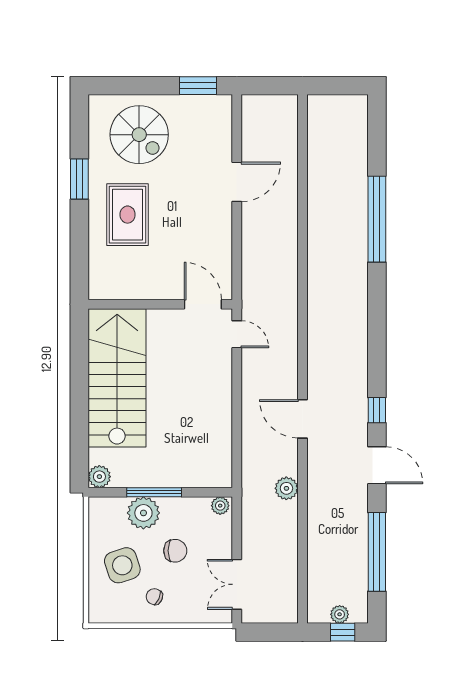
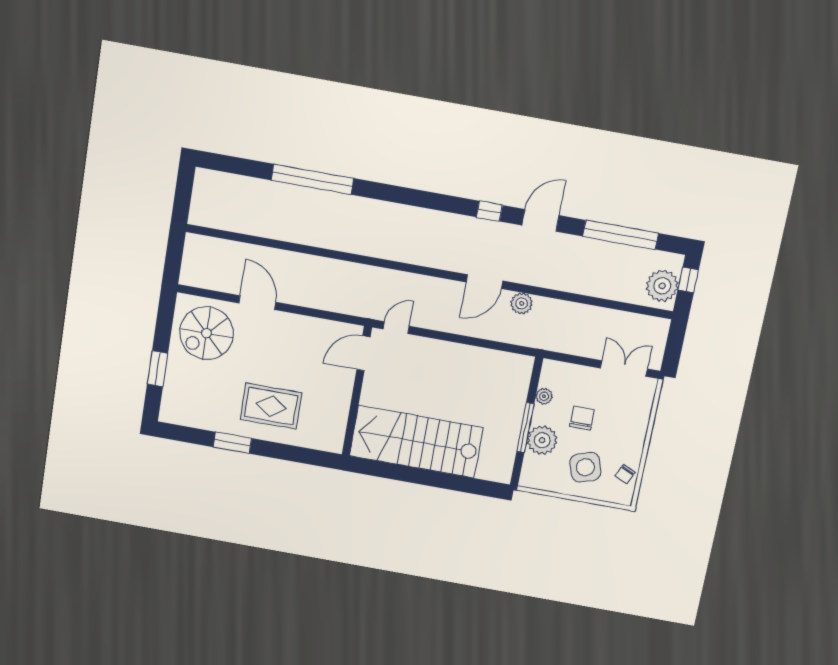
window: (198, 86) -> (157, 369), moved
spiral stairs: (139, 135) -> (206, 333), moved, turned 180
plant: (99, 477) -> (502, 473), removed
plant: (286, 488) -> (522, 303), moved
plant: (220, 506) -> (544, 396), moved
double door: (237, 584) -> (624, 368), swing flipped
chair: (154, 597) -> (625, 474), moved
plant: (340, 614) -> (662, 286), width x1.87, depth x1.87

